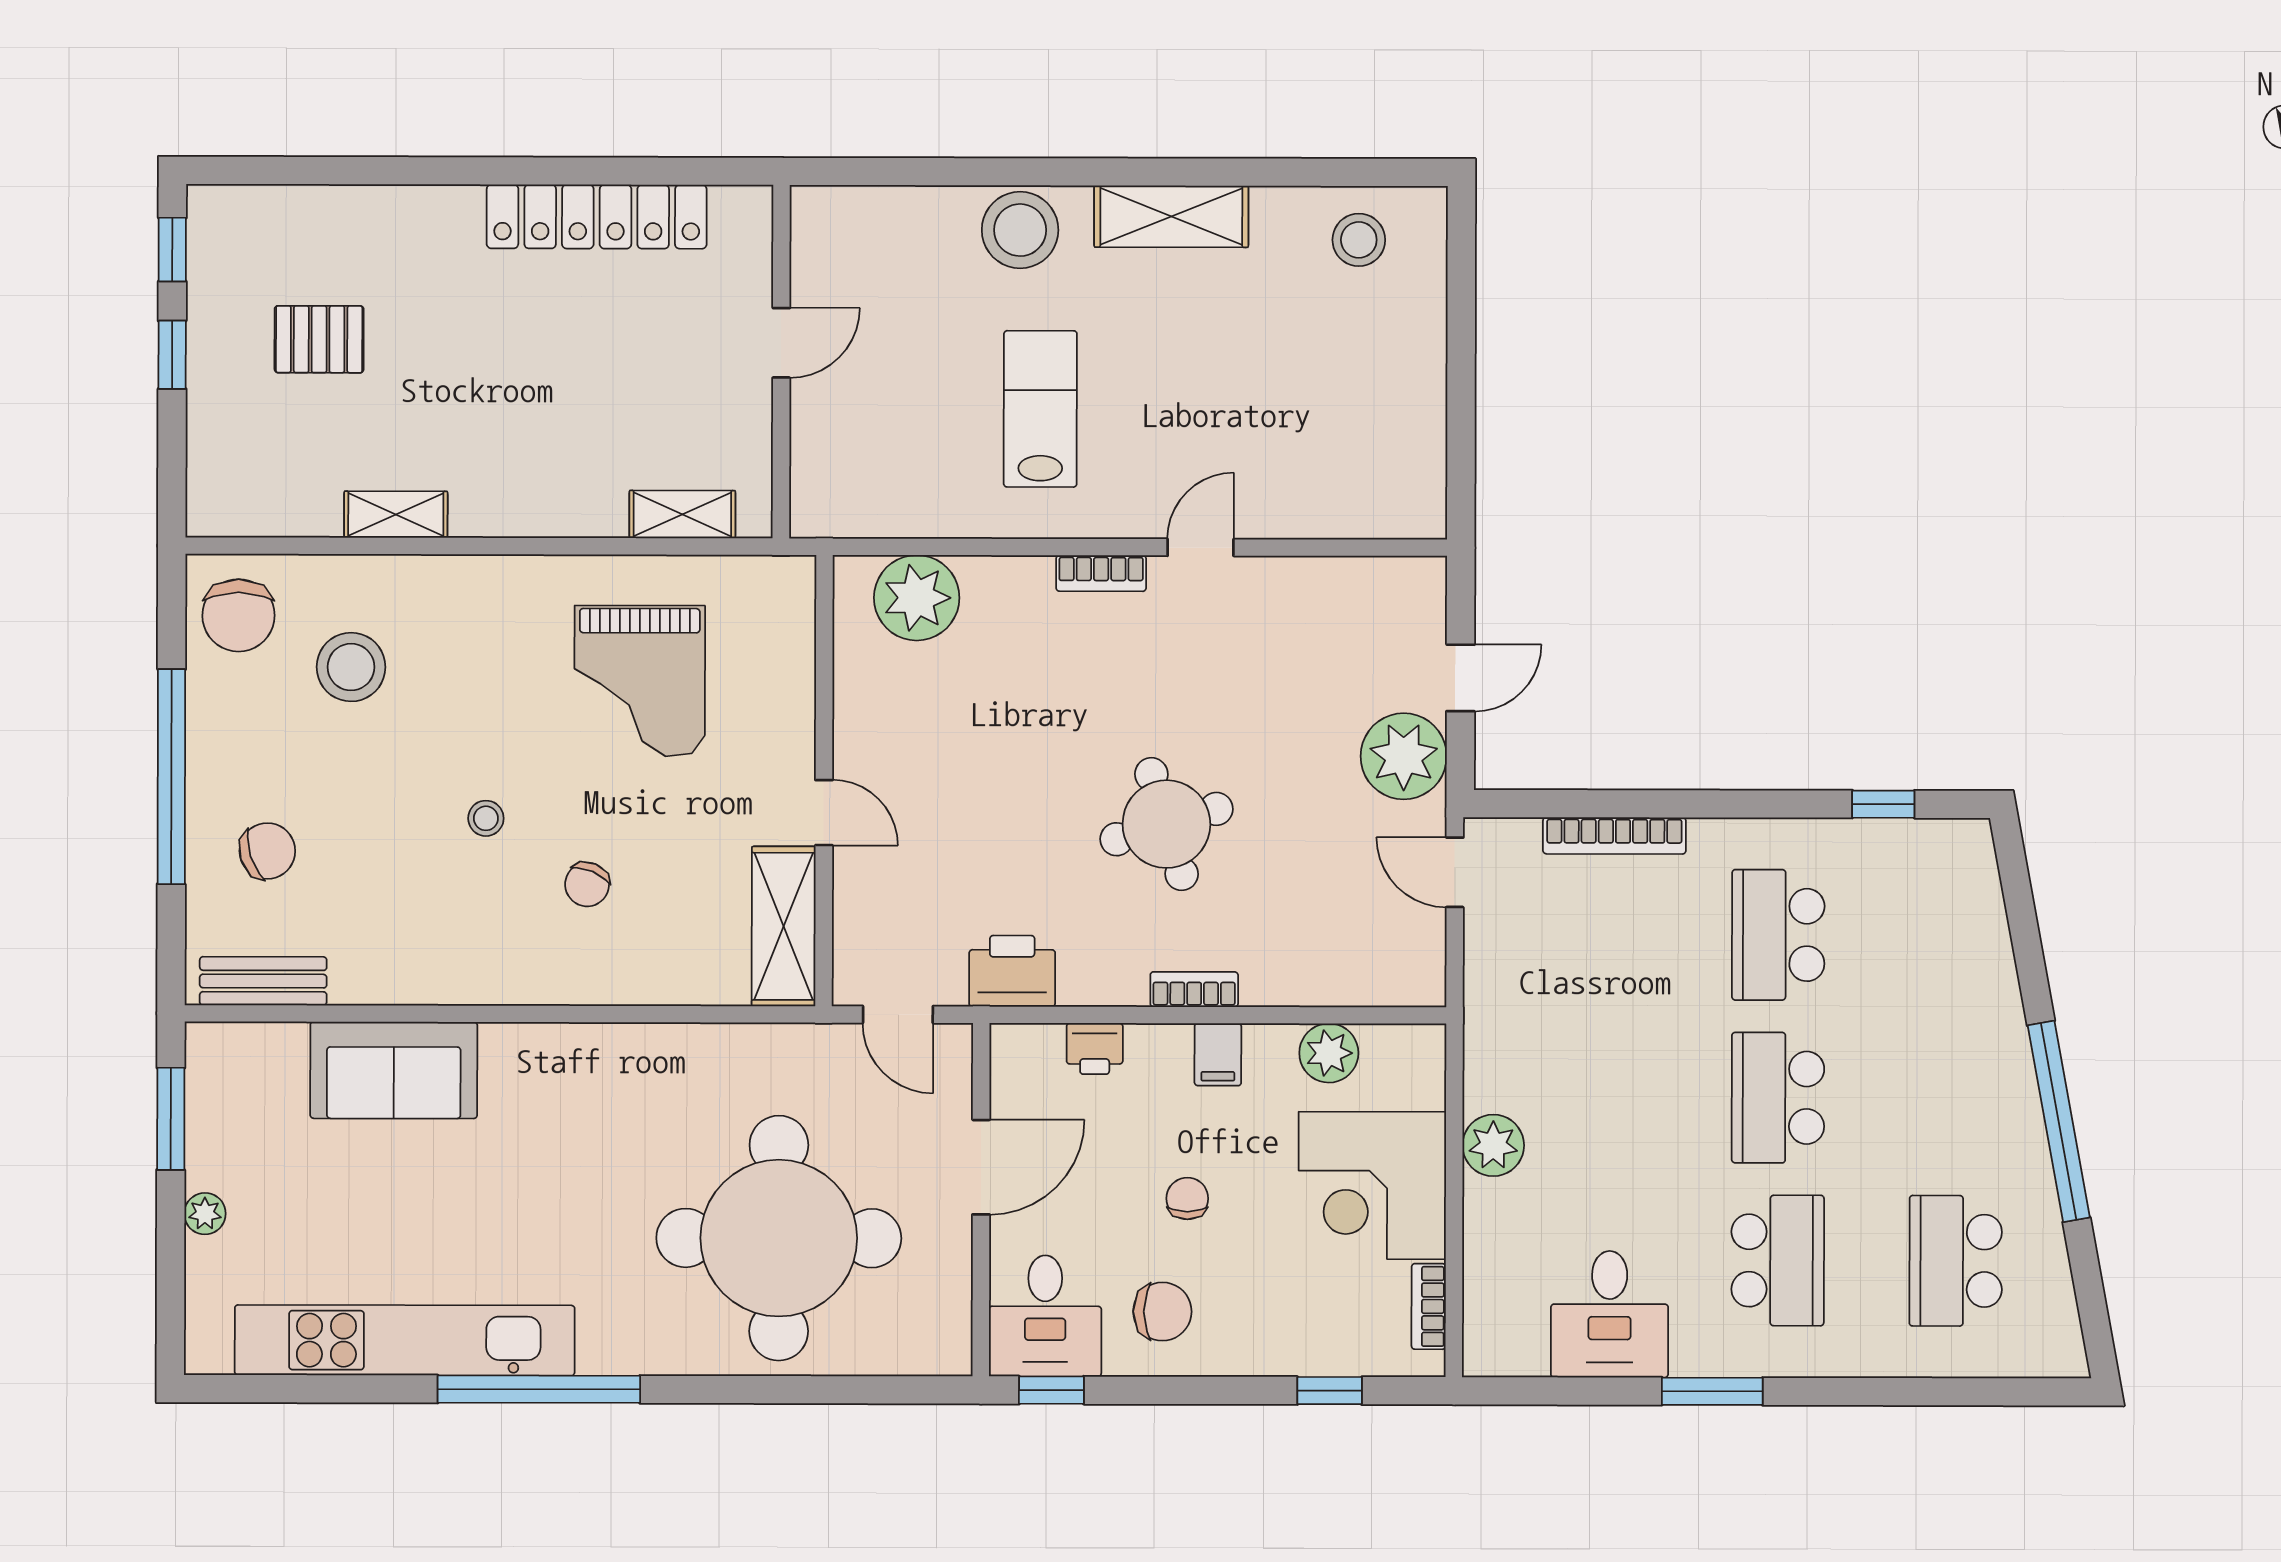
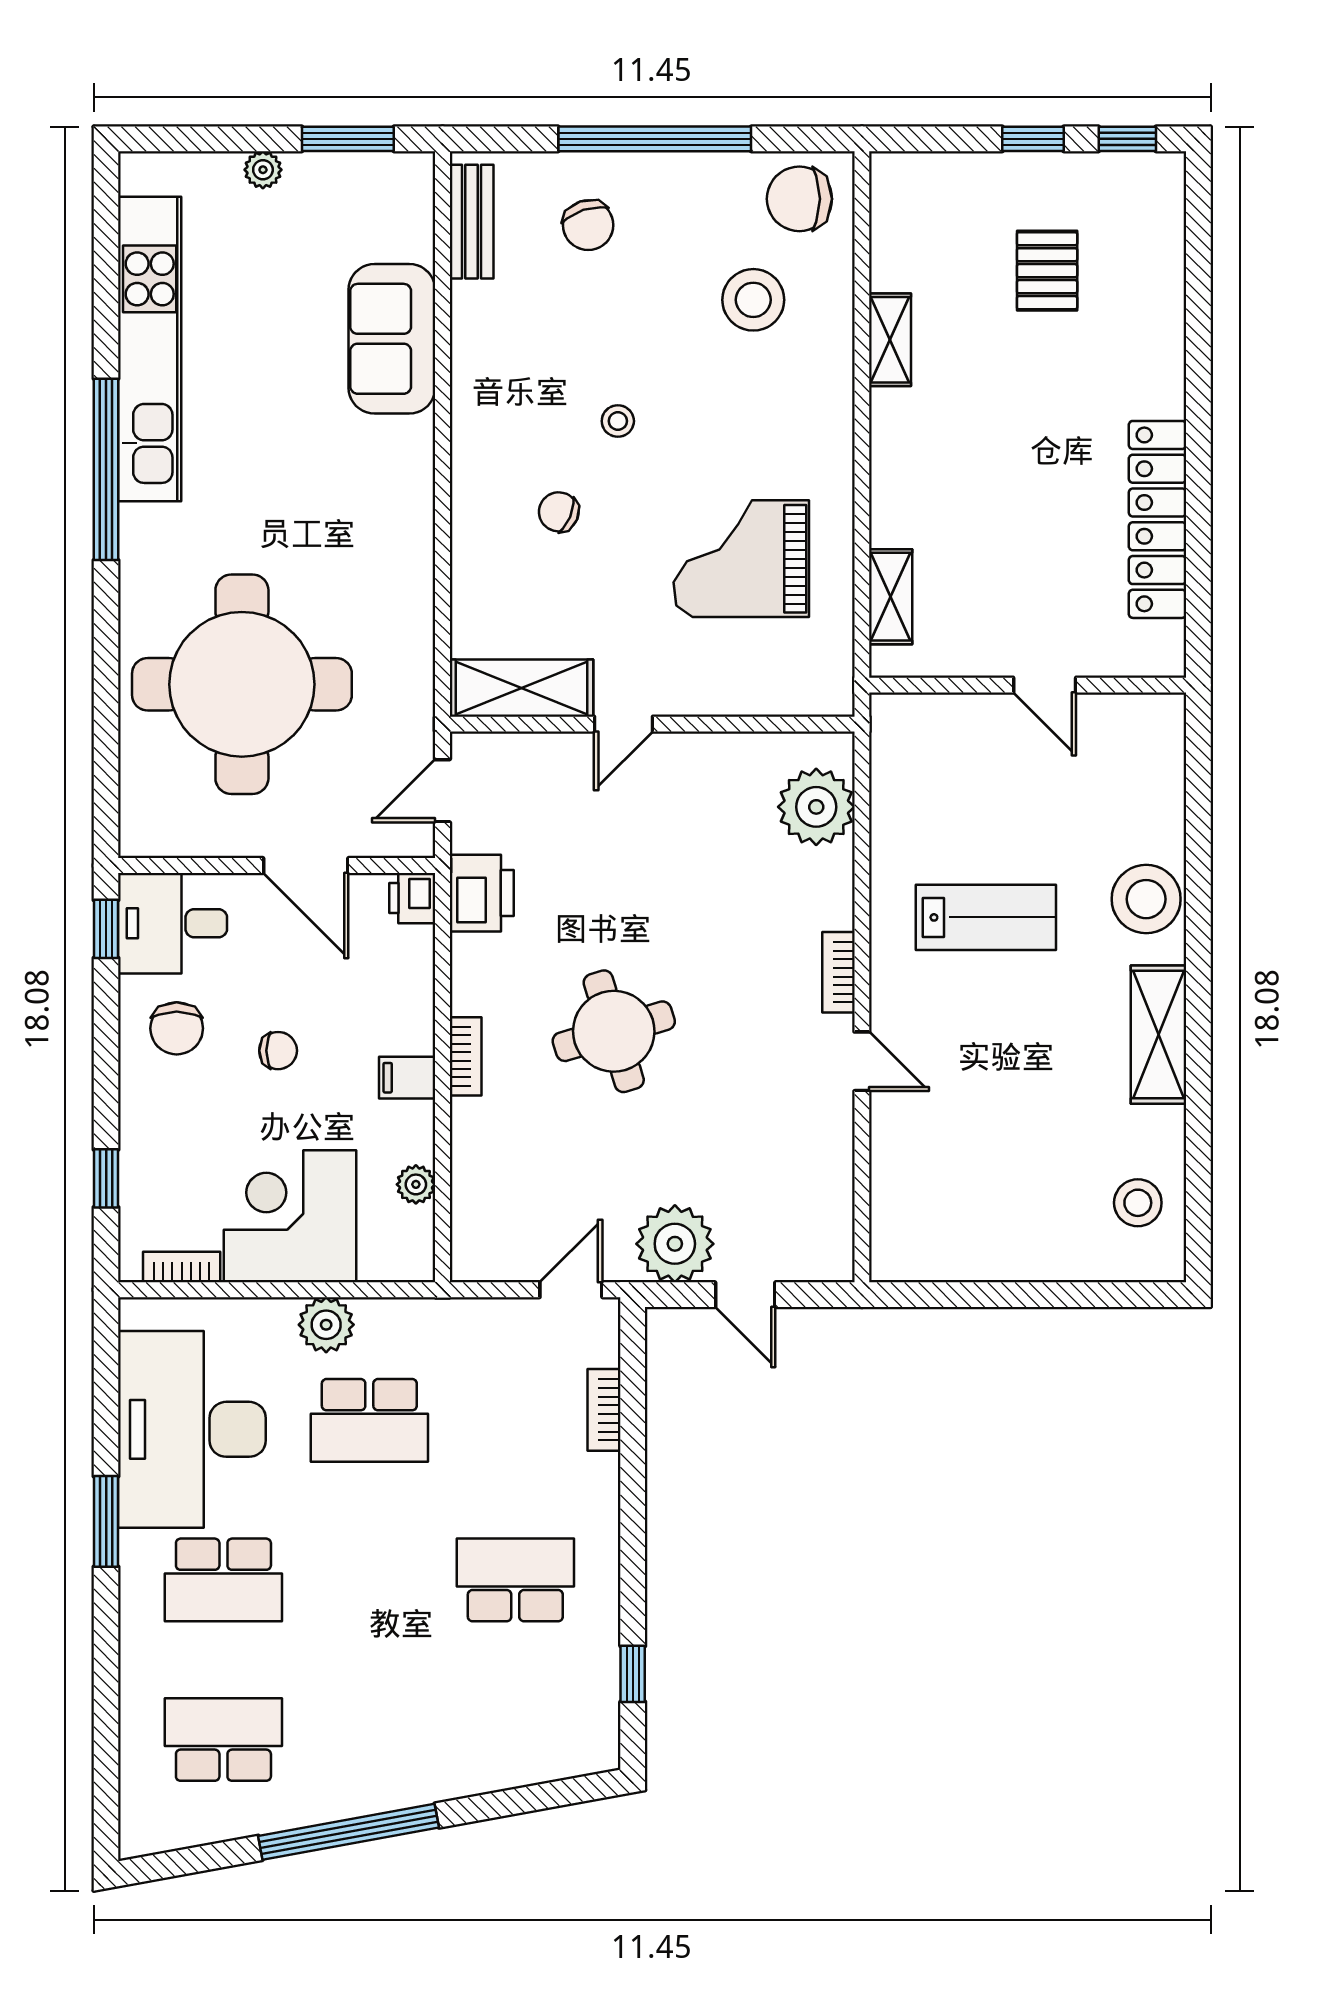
bookcase: (1614, 836) -> (604, 1410), width x0.64
printer: (1095, 1049) -> (412, 898), moved
plant: (1329, 1053) -> (416, 1184), width x0.73, depth x0.73
school desk: (1778, 1098) -> (369, 1420), moved, turned 180
desk: (1610, 1314) -> (192, 1429), width x1.87, depth x1.30

